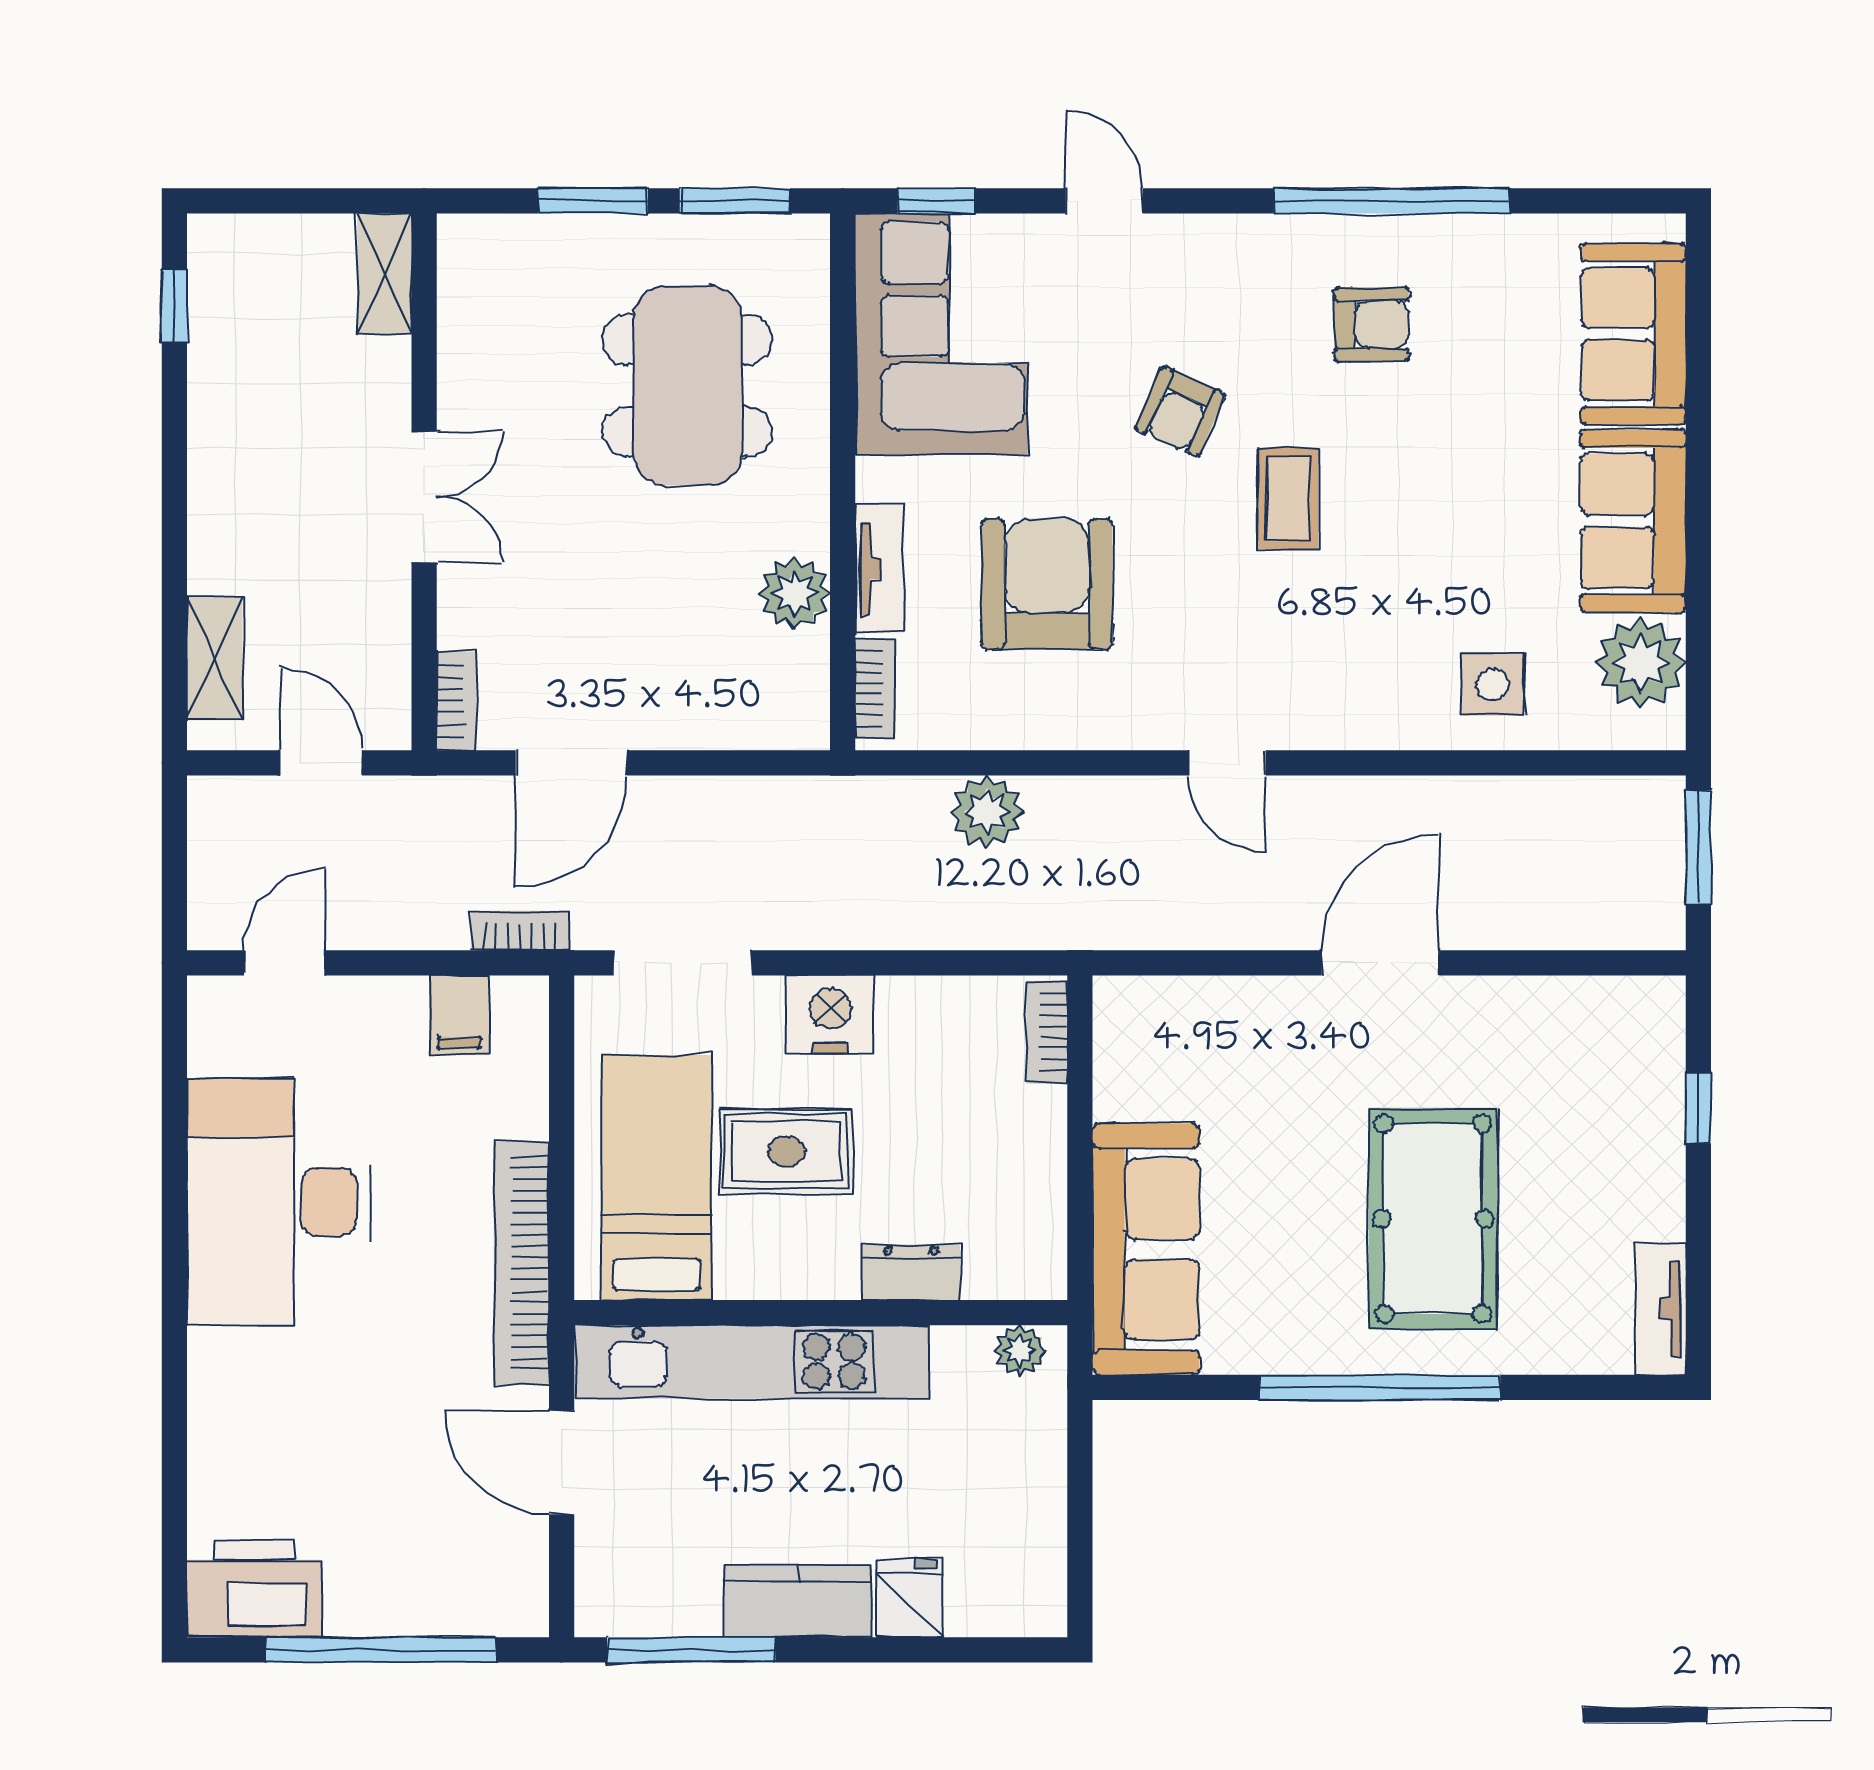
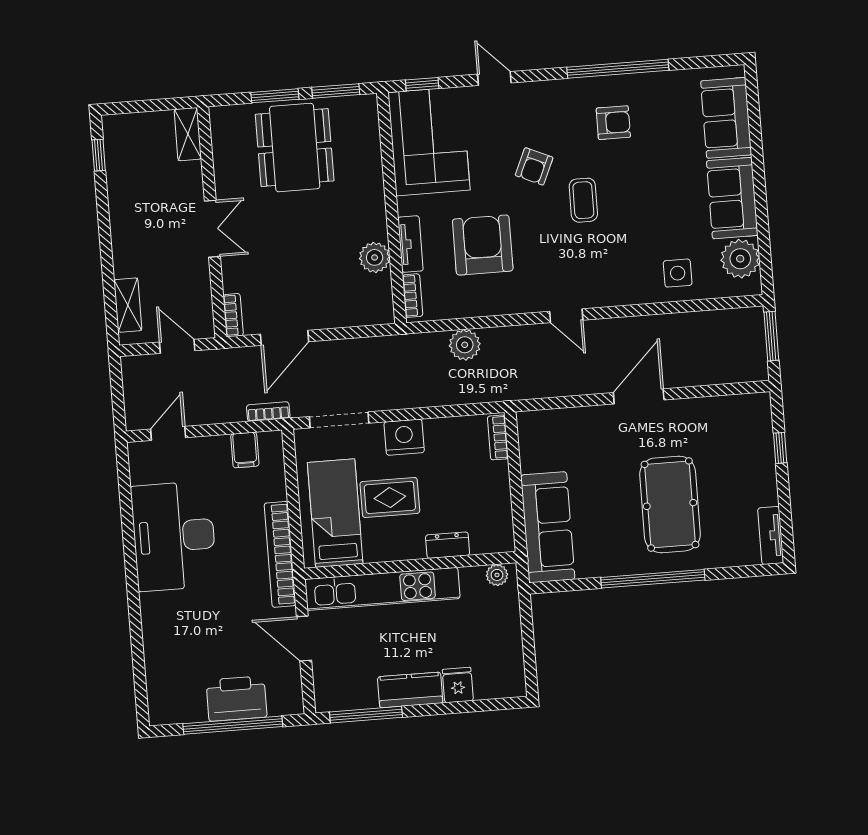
dining table: (687, 386) -> (295, 148), moved
printer: (254, 1589) -> (237, 699), moved

